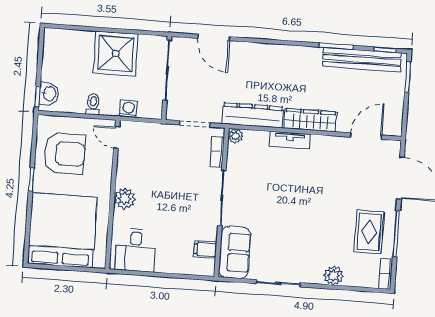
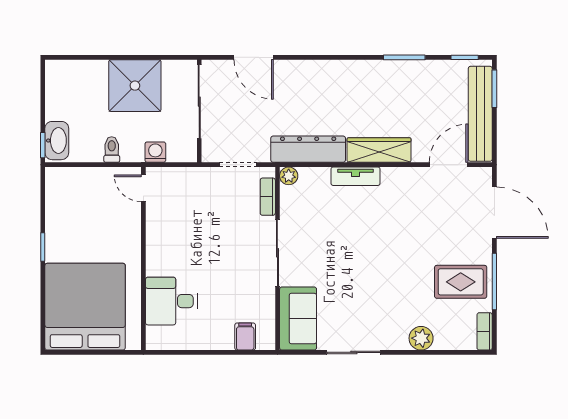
bench: (362, 60) -> (480, 114), moved, turned 90
washbasin: (49, 94) -> (57, 141), width x1.38
armchair: (64, 154) -> (81, 213), removed
plant: (125, 199) -> (159, 262), removed
rug: (369, 232) -> (461, 282), turned 90
filing cabinet: (205, 249) -> (245, 337), moved, turned 90
desk: (135, 250) -> (171, 301), moved, turned 90

